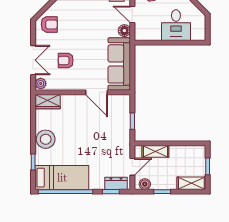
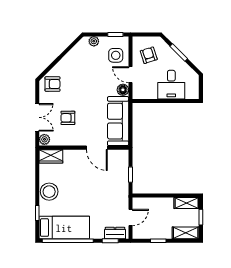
shelving: (155, 151) -> (187, 203), moved
boiler: (145, 184) -> (142, 234), removed

